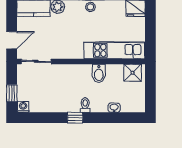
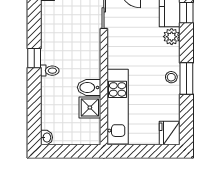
shower: (133, 73) -> (90, 107), moved
washbasin: (114, 108) -> (47, 137), moved

